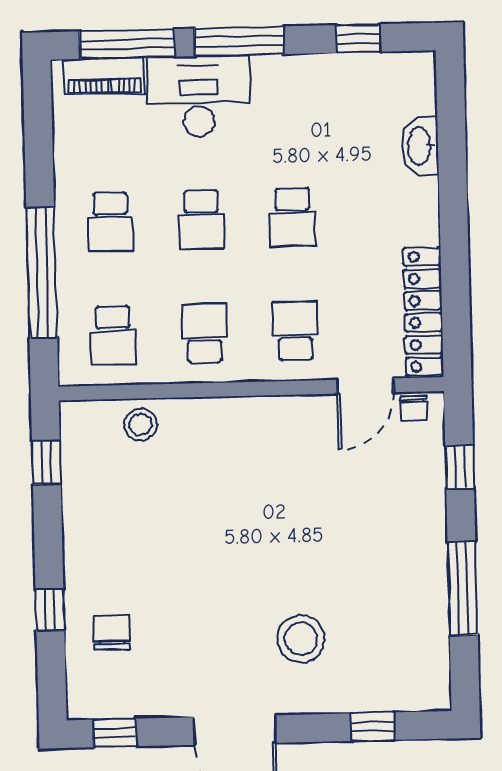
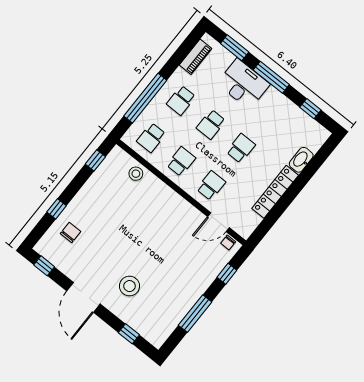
window: (127, 44) -> (235, 48), width x0.69
piano: (104, 76) -> (196, 57), moved, turned -90
school desk: (293, 217) -> (241, 148), turned 180
locker: (423, 312) -> (275, 192), moved

